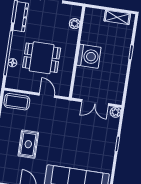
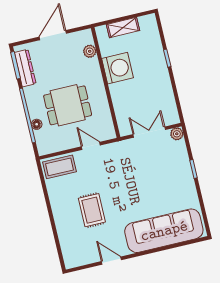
shelving: (117, 17) -> (123, 27), moved
washing machine: (89, 56) -> (118, 68), moved
double door: (95, 103) -> (149, 132), swing flipped

